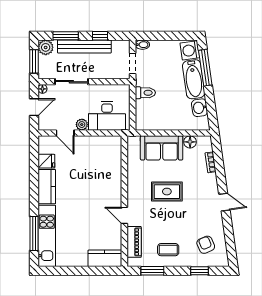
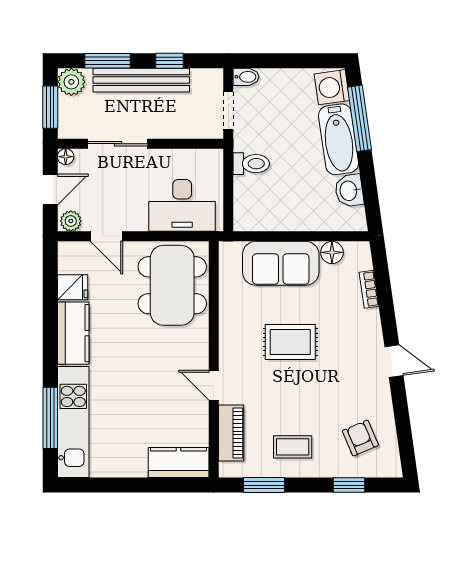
plant: (82, 125) -> (71, 221), moved
dining table: (101, 160) -> (172, 285), added

